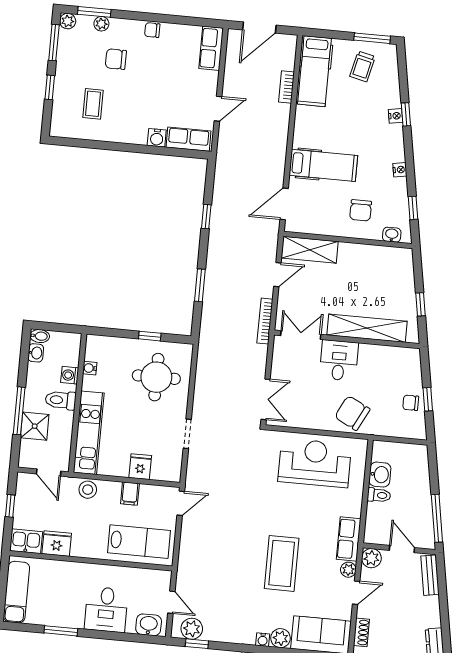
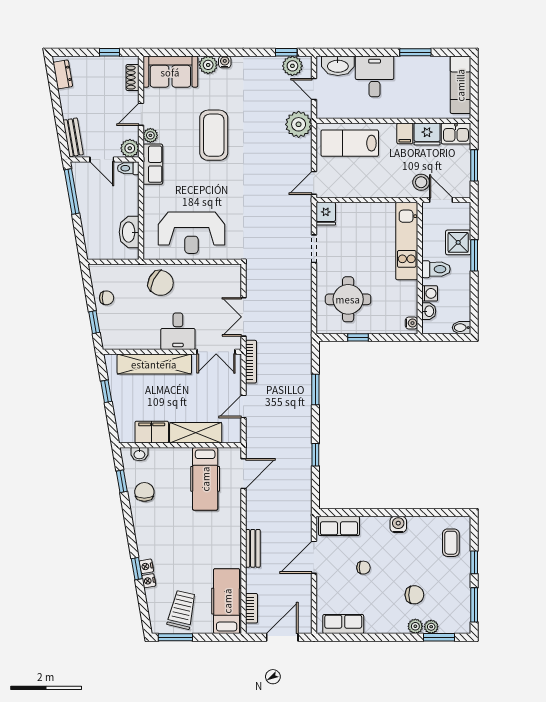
plant: (68, 21) -> (415, 626), moved
chair: (152, 30) -> (363, 568), moved
row of seats: (211, 48) -> (343, 624), moved, turned -90
trolley: (362, 66) -> (182, 610), width x1.36, depth x1.39
bookcase: (287, 87) -> (251, 608), moved
coffee table: (93, 104) -> (451, 543), moved
door: (218, 109) -> (314, 557), width x1.38
bench: (282, 124) -> (253, 548), added
water cooler: (157, 138) -> (398, 524), moved
hospital bed: (323, 165) -> (205, 479), moved, turned -90
nightstand: (400, 170) -> (149, 581), moved
chair: (361, 210) -> (144, 492), moved
shelving: (310, 250) -> (196, 433), moved
filing cabinet: (377, 257) -> (152, 432), added
washbasin: (36, 353) -> (429, 311), moved, turned 180
water cooler: (90, 368) -> (412, 323), moved
double door: (266, 399) -> (243, 317), moved
window: (428, 399) -> (94, 322), moved
window: (19, 411) -> (474, 255), width x0.69
fridge: (140, 467) -> (326, 214), moved
washbasin: (380, 475) -> (129, 232), width x1.38
stool: (88, 490) -> (421, 182), moved
filing cabinet: (130, 494) -> (405, 133), moved, turned 180
toilet: (379, 495) -> (128, 168), moved
window: (10, 506) -> (474, 165), width x1.50
plant: (191, 566) -> (299, 124), added
washbasin: (149, 625) -> (338, 66), width x1.38

